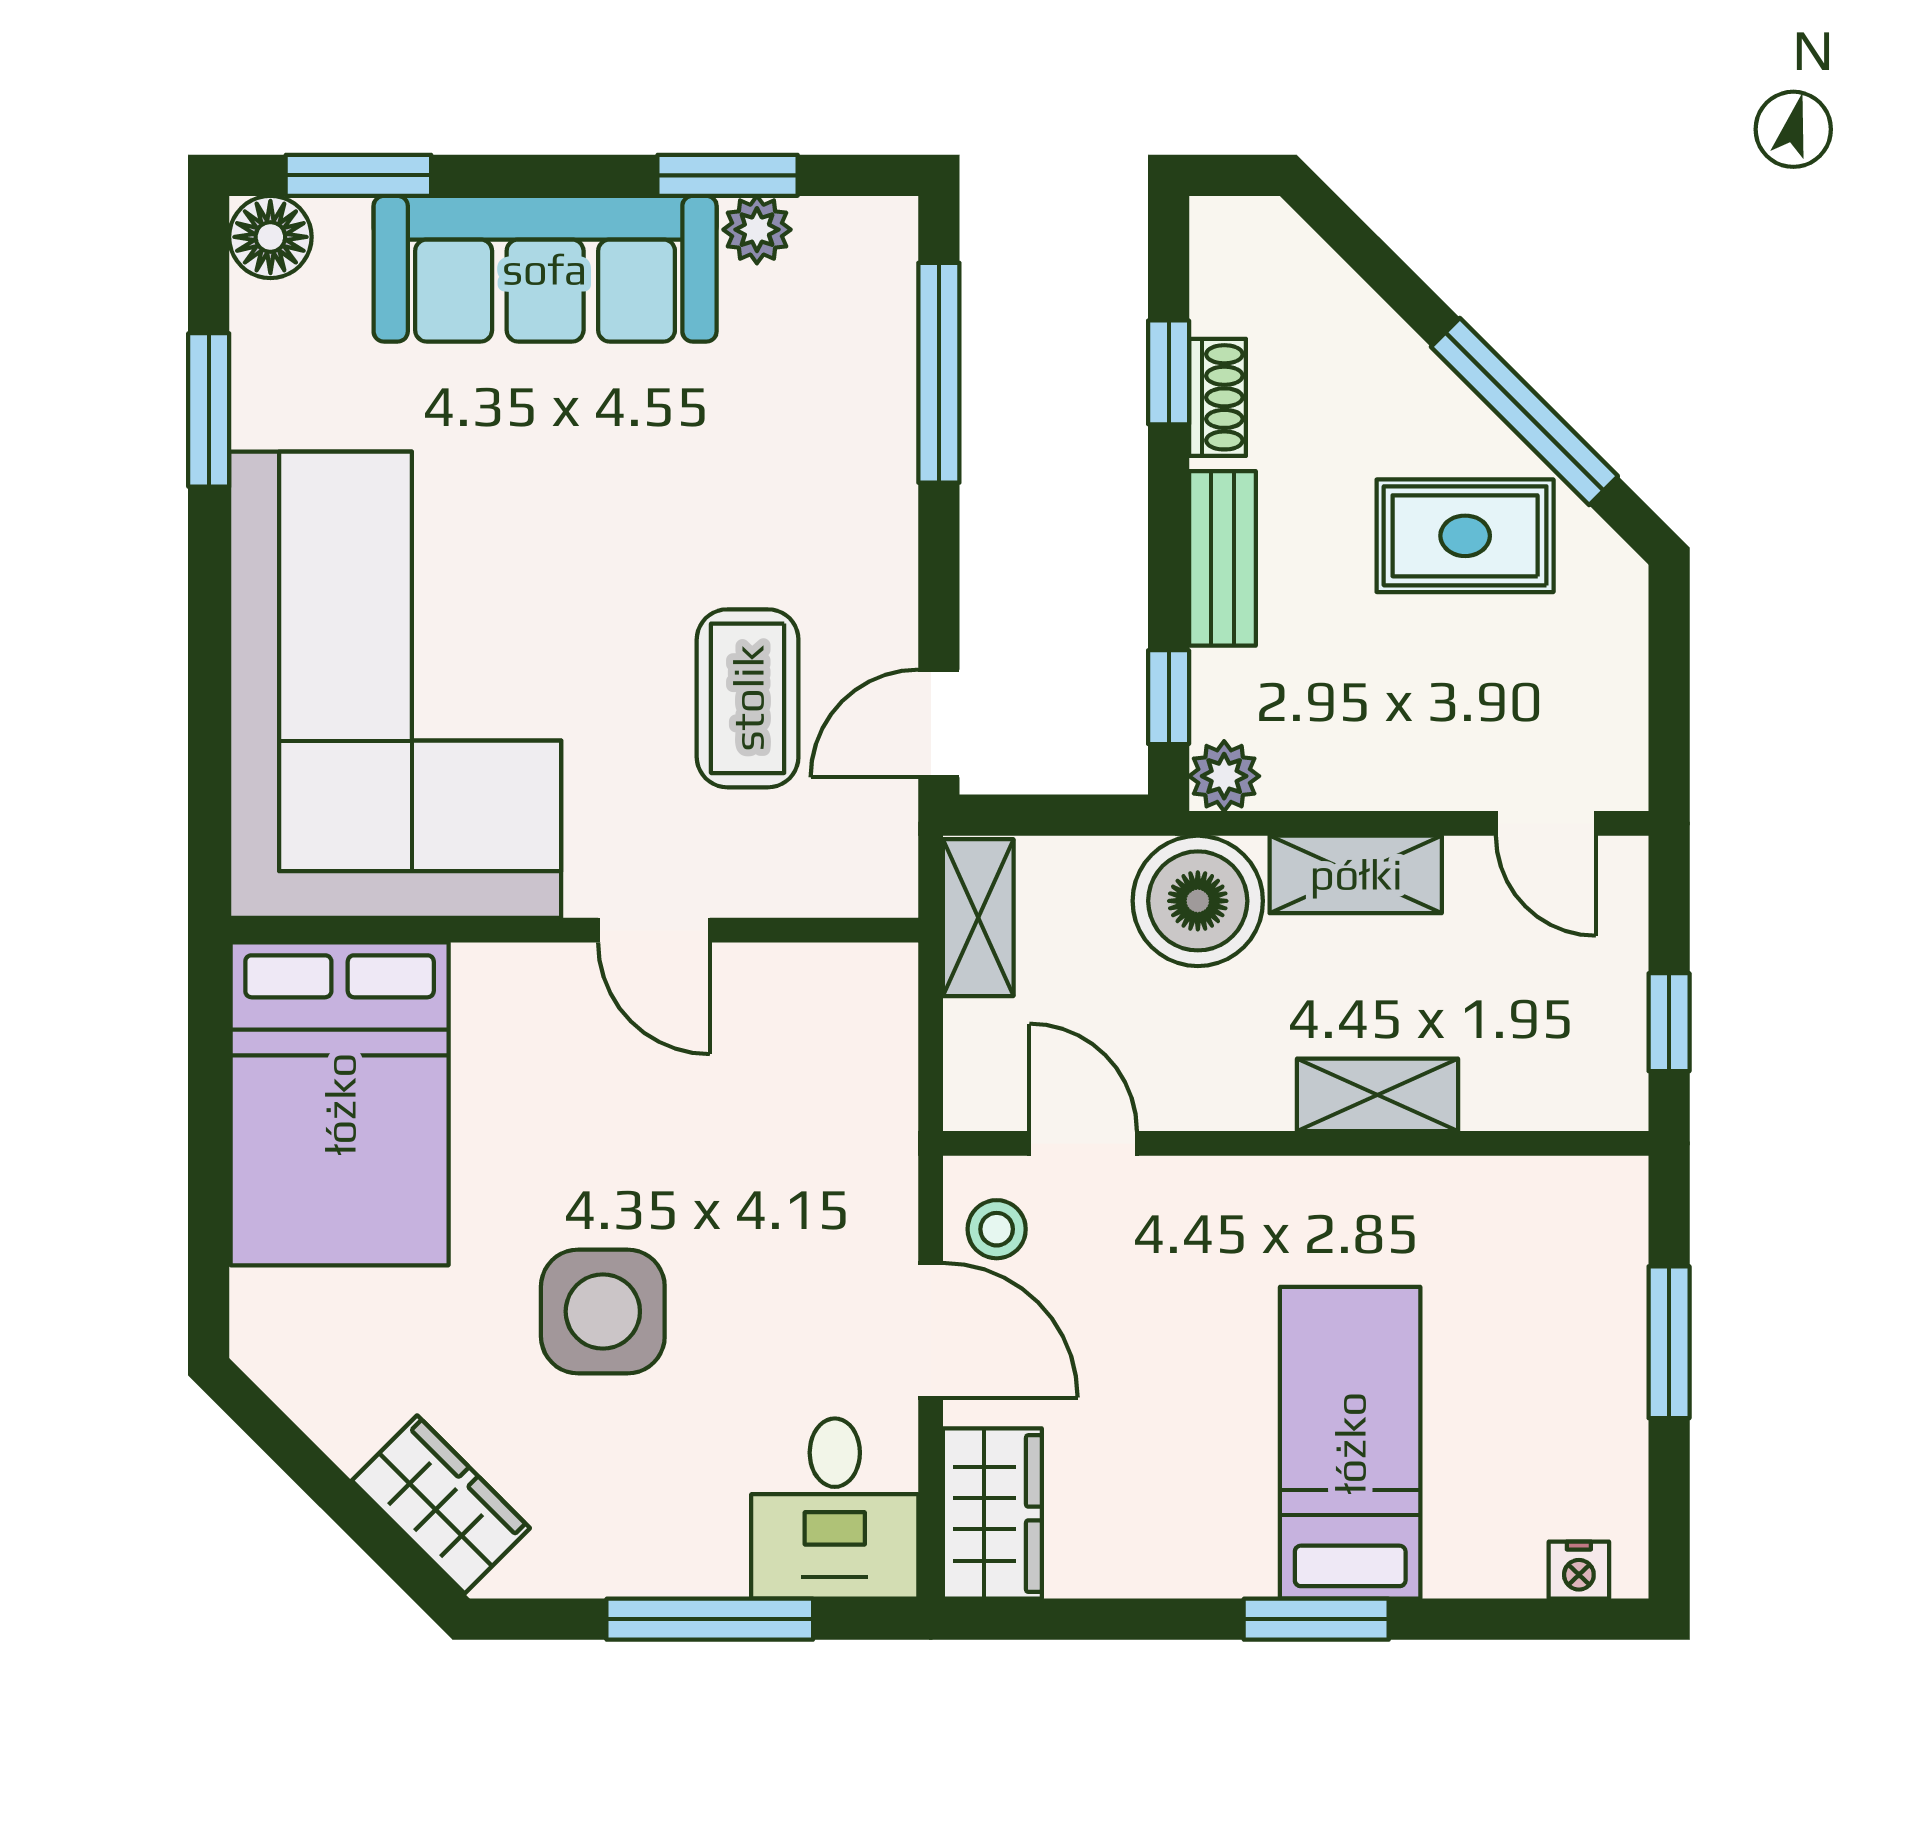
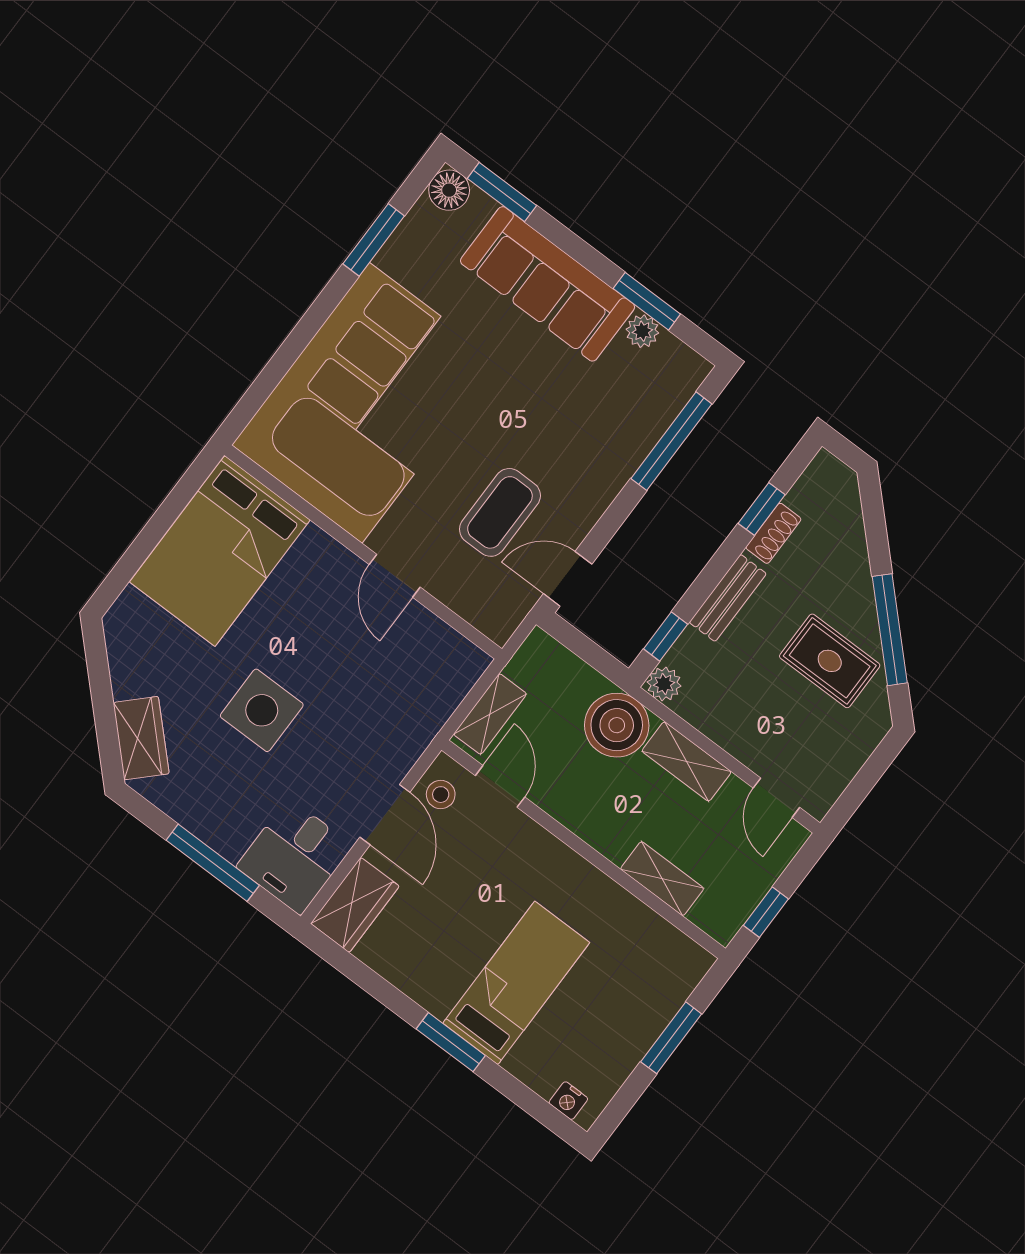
shelving: (978, 918) -> (490, 714), moved
shelving: (1377, 1095) -> (662, 879), moved

